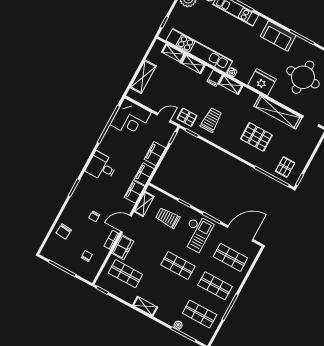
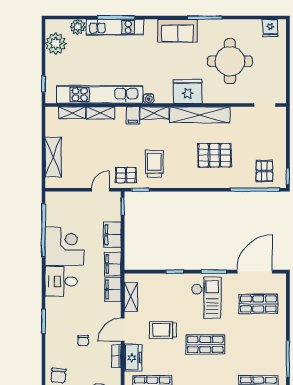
shelving: (278, 112) -> (200, 115), moved
corner desk: (131, 119) -> (64, 246), moved, turned -90
trolley: (168, 218) -> (163, 330), moved
shop shelf: (215, 286) -> (258, 345), removed

